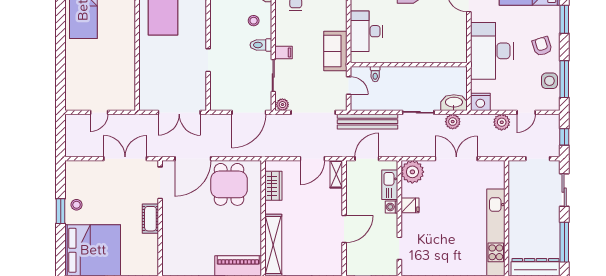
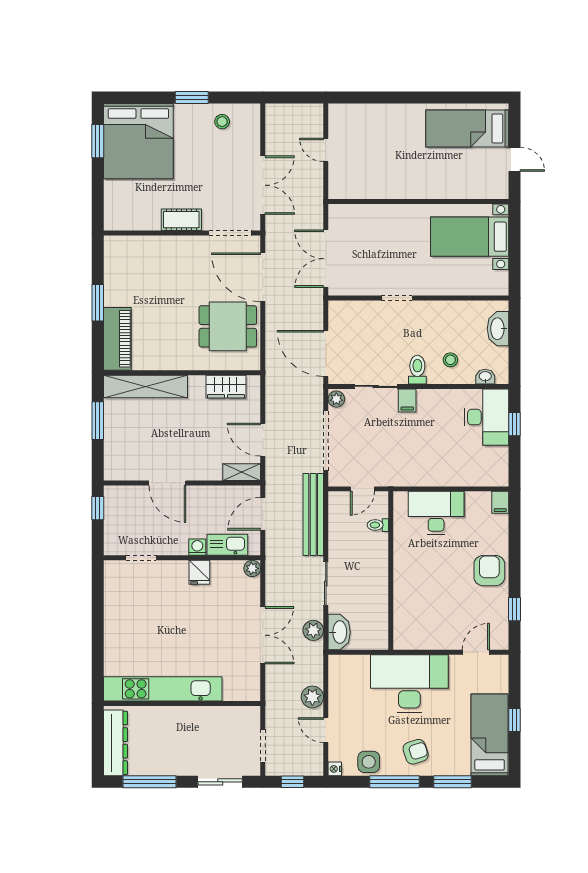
sofa: (335, 51) -> (409, 471), removed
window: (564, 79) -> (394, 782), moved
nightstand: (480, 102) -> (335, 769), moved, width x0.53, depth x0.56
door: (367, 159) -> (263, 514), swing flipped
plant: (412, 172) -> (252, 568), width x0.53, depth x0.53
stool: (77, 205) -> (222, 122), moved

